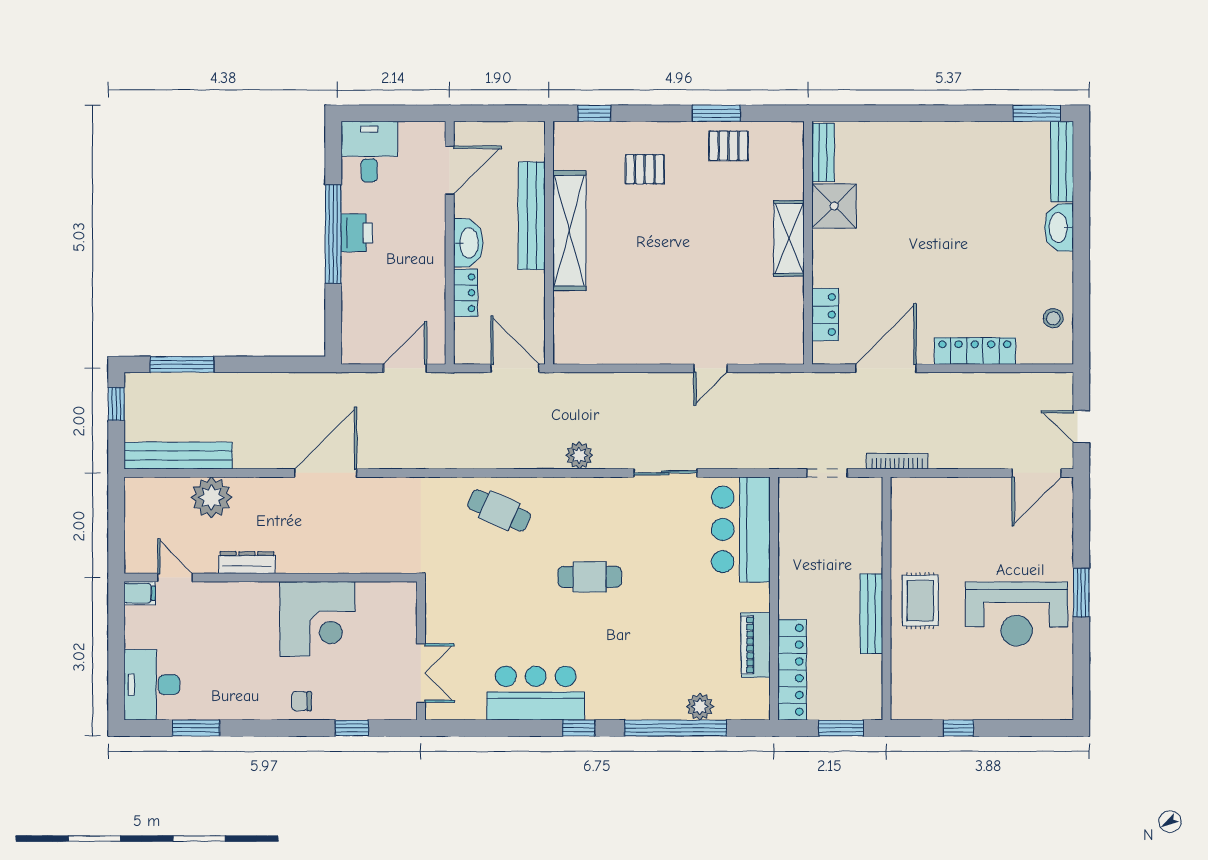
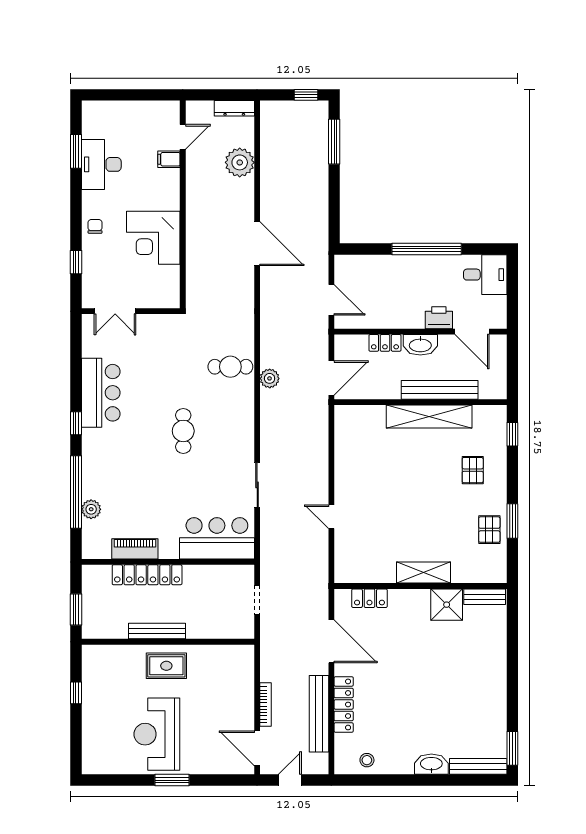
printer: (357, 233) -> (439, 318), moved, turned 180
plant: (579, 455) -> (270, 378), moved
bench: (178, 456) -> (319, 714), moved
bookcase: (897, 461) -> (265, 705), moved
cafe table: (499, 510) -> (230, 367), turned 66
dresser: (247, 563) -> (234, 108), moved, turned 90
filing cabinet: (140, 593) -> (169, 159), moved, turned 90
locker: (792, 670) -> (147, 575), moved
desk: (152, 685) -> (101, 164), moved, turned -90

